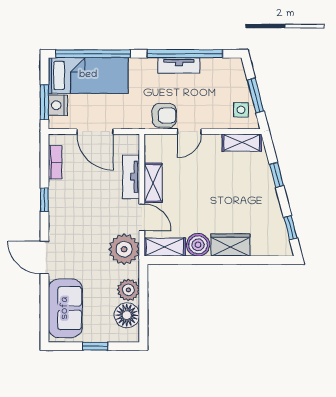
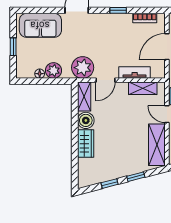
shelving: (242, 143) -> (157, 145), width x1.50, depth x1.33
shelving: (153, 183) -> (143, 88), moved
window: (290, 228) -> (110, 184), moved
floor lamp: (127, 315) -> (40, 74), width x0.53, depth x0.53

